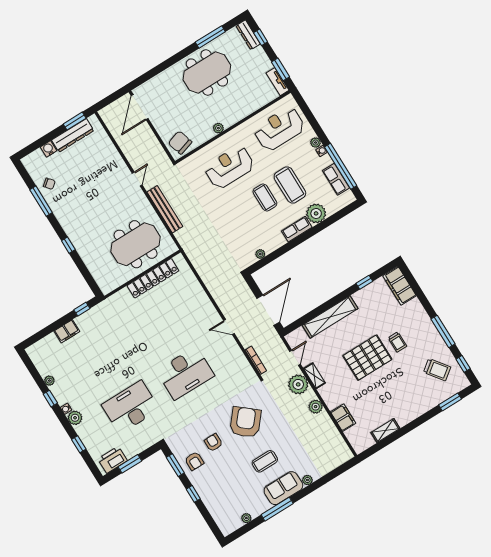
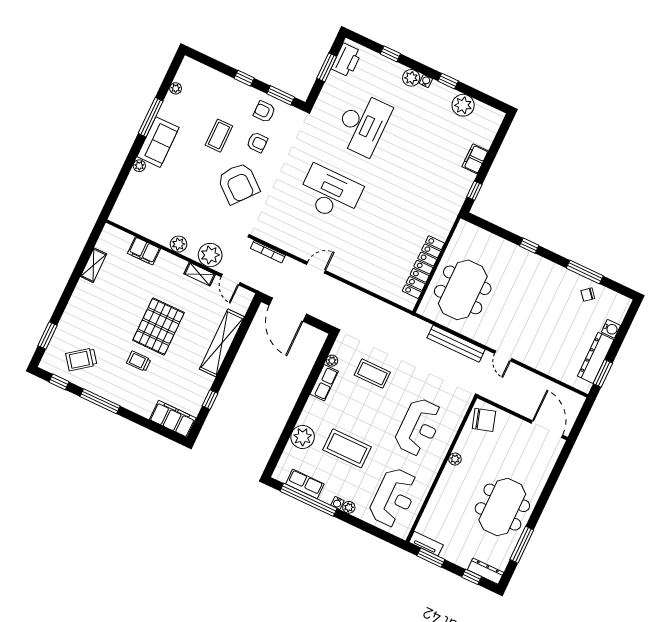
coffee table: (265, 197) -> (372, 374), moved
row of seats: (297, 229) -> (324, 383), moved
desk: (185, 373) -> (330, 193), turned 90
plant: (49, 381) -> (463, 105), width x1.88, depth x1.88
coffee table: (265, 461) -> (219, 136), moved

